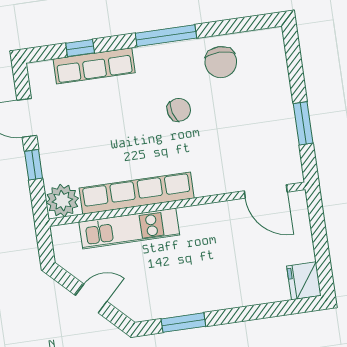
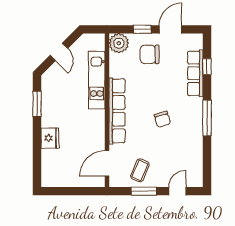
chair: (221, 62) -> (150, 54), moved
door: (295, 67) -> (177, 191), added
coffee table: (269, 135) -> (140, 170), added
row of seats: (137, 193) -> (117, 111), moved
fridge: (304, 281) -> (50, 138), moved, turned 90

